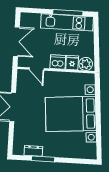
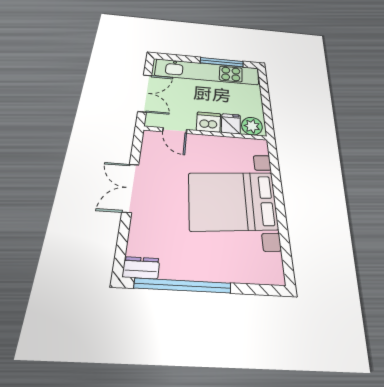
kitchen unit: (67, 22) -> (207, 72), width x1.36
dresser: (33, 151) -> (141, 268), moved
window: (43, 159) -> (183, 286), width x2.11

